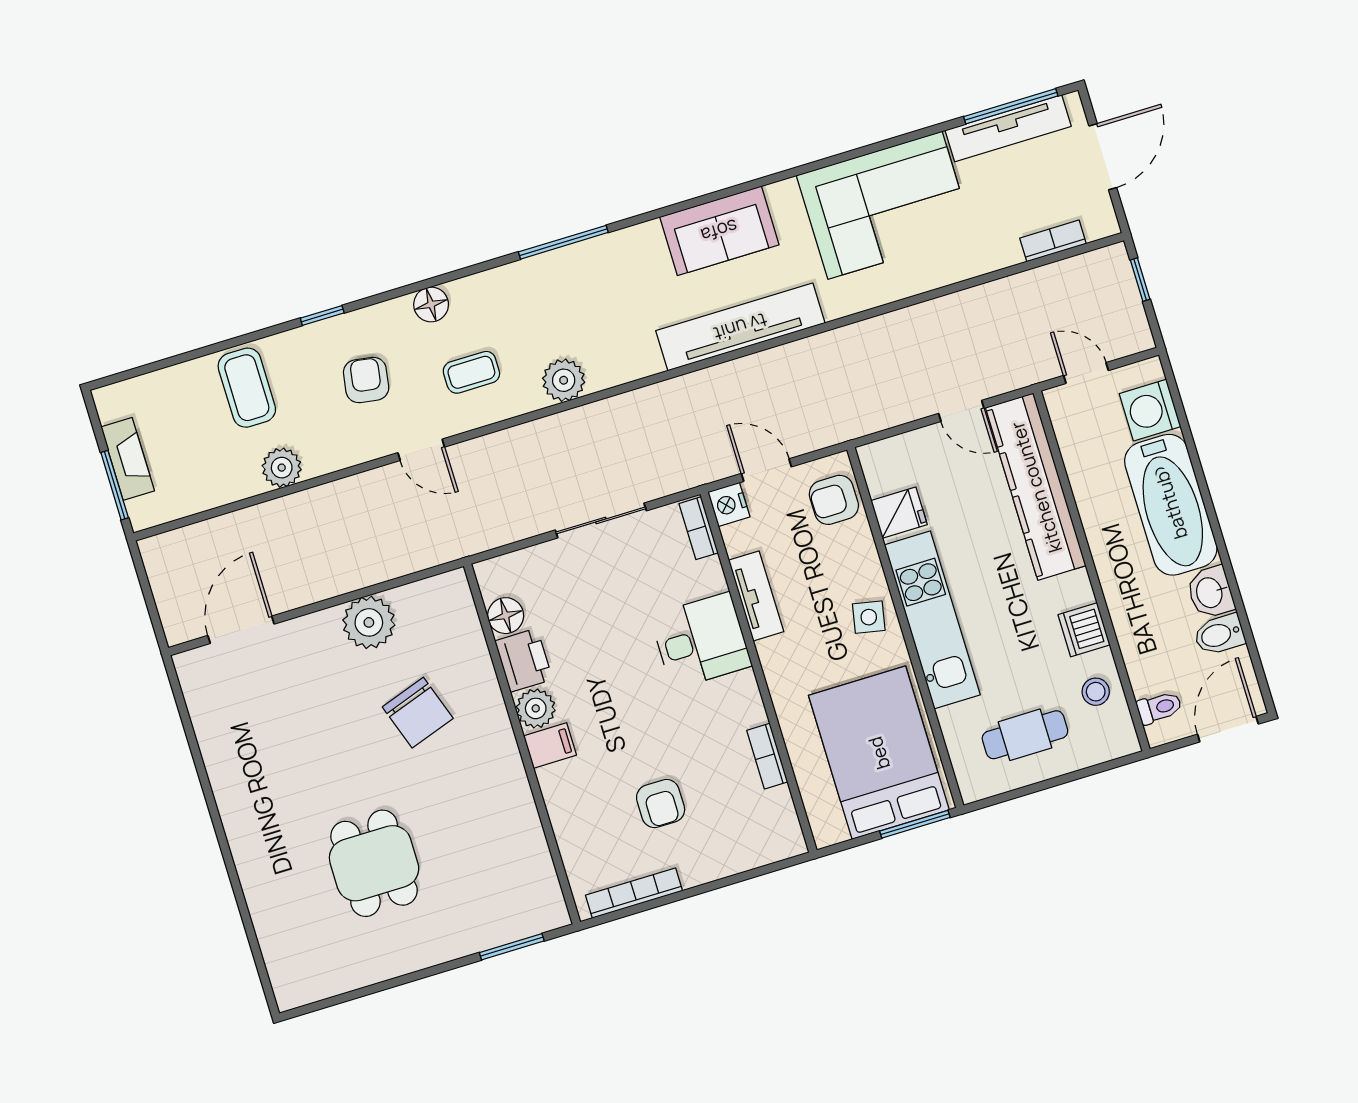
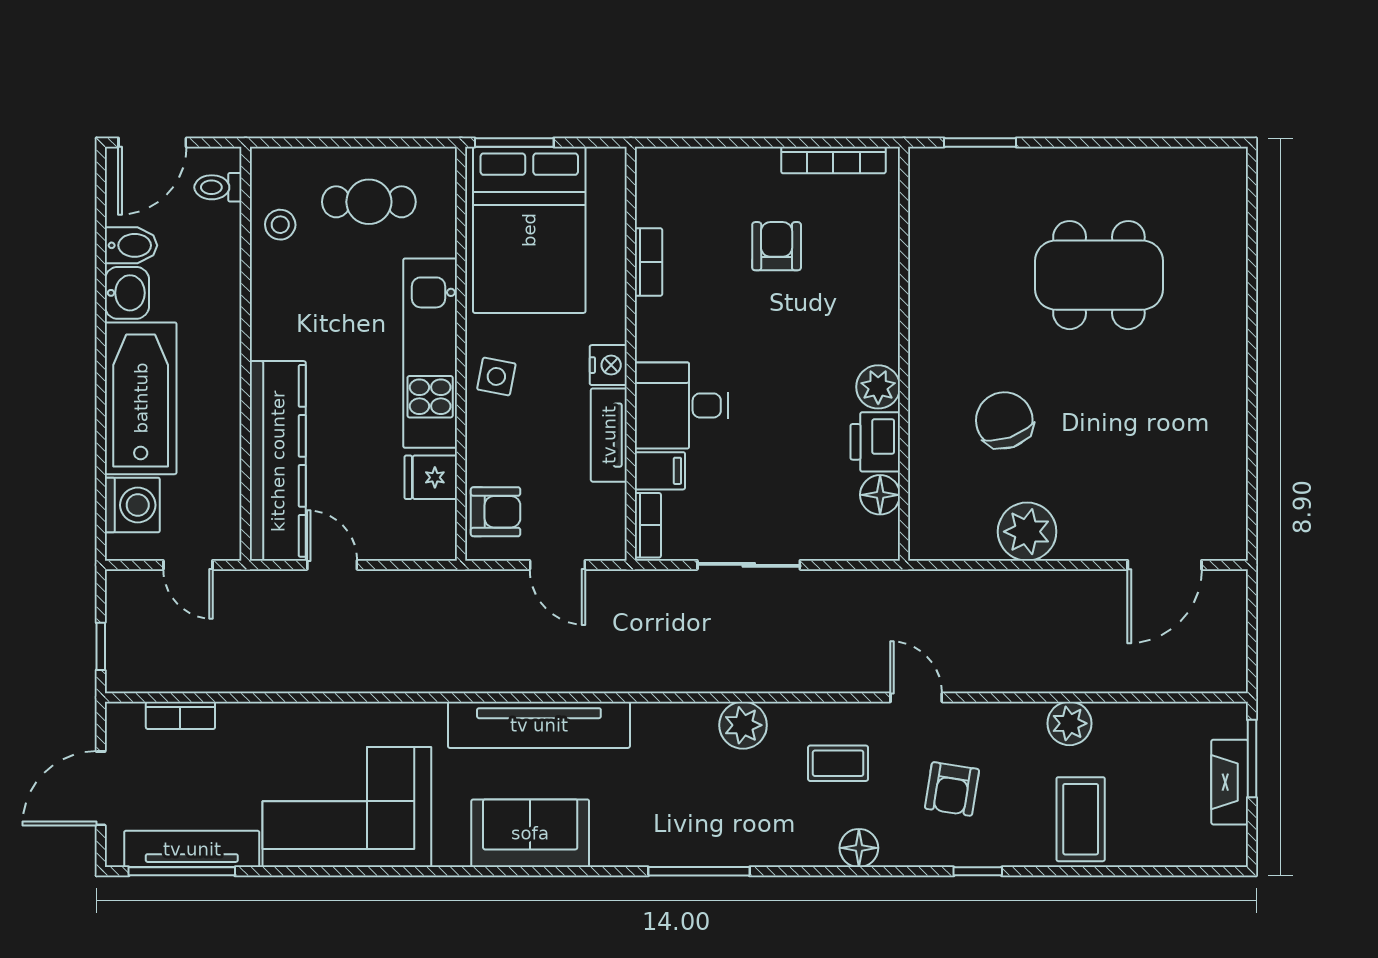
nightstand: (729, 504) -> (608, 365), moved
dishwasher: (1084, 630) -> (273, 294), removed
filing cabinet: (550, 746) -> (660, 471), moved, turned 180
dining table: (374, 863) -> (1099, 275), width x1.38

